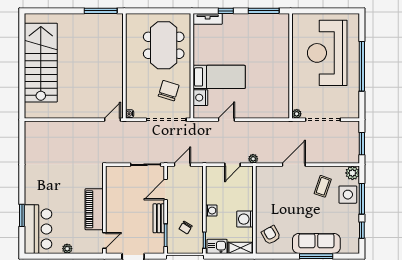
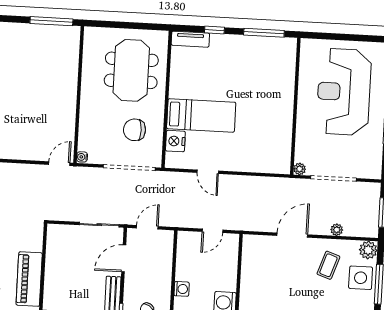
chair: (169, 91) -> (135, 130), turned -107
door: (226, 120) -> (208, 172), swing flipped
plant: (253, 159) -> (337, 230), moved

